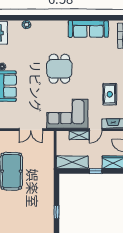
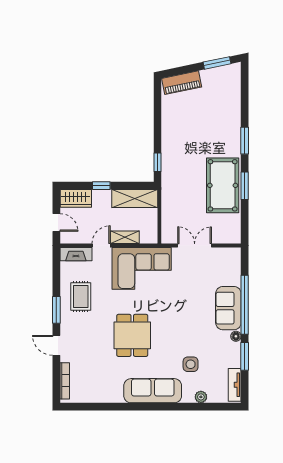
sofa: (88, 29) -> (153, 391), moved
side table: (34, 47) -> (191, 364), added
dining table: (59, 69) -> (132, 335), moved
window: (56, 212) -> (158, 162), moved

